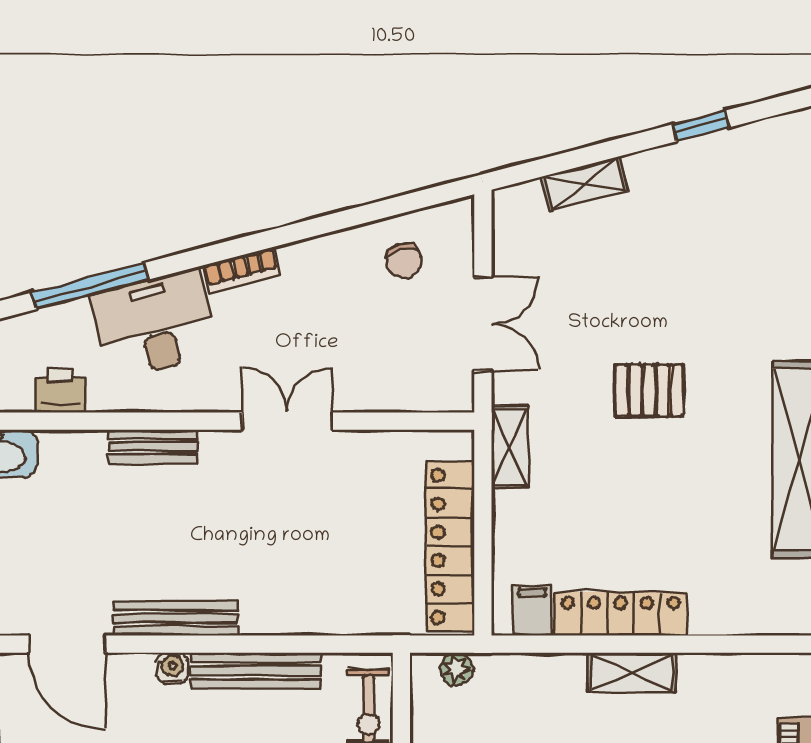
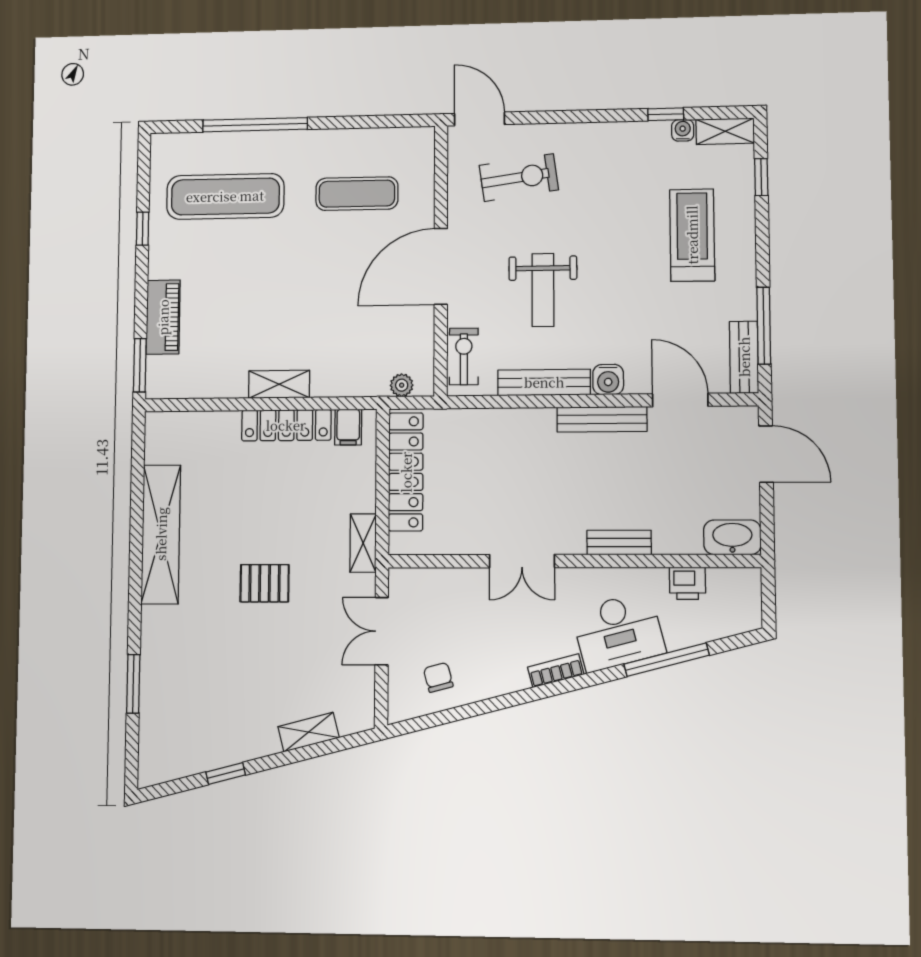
water cooler: (172, 668) -> (608, 380), width x1.38, depth x1.38

